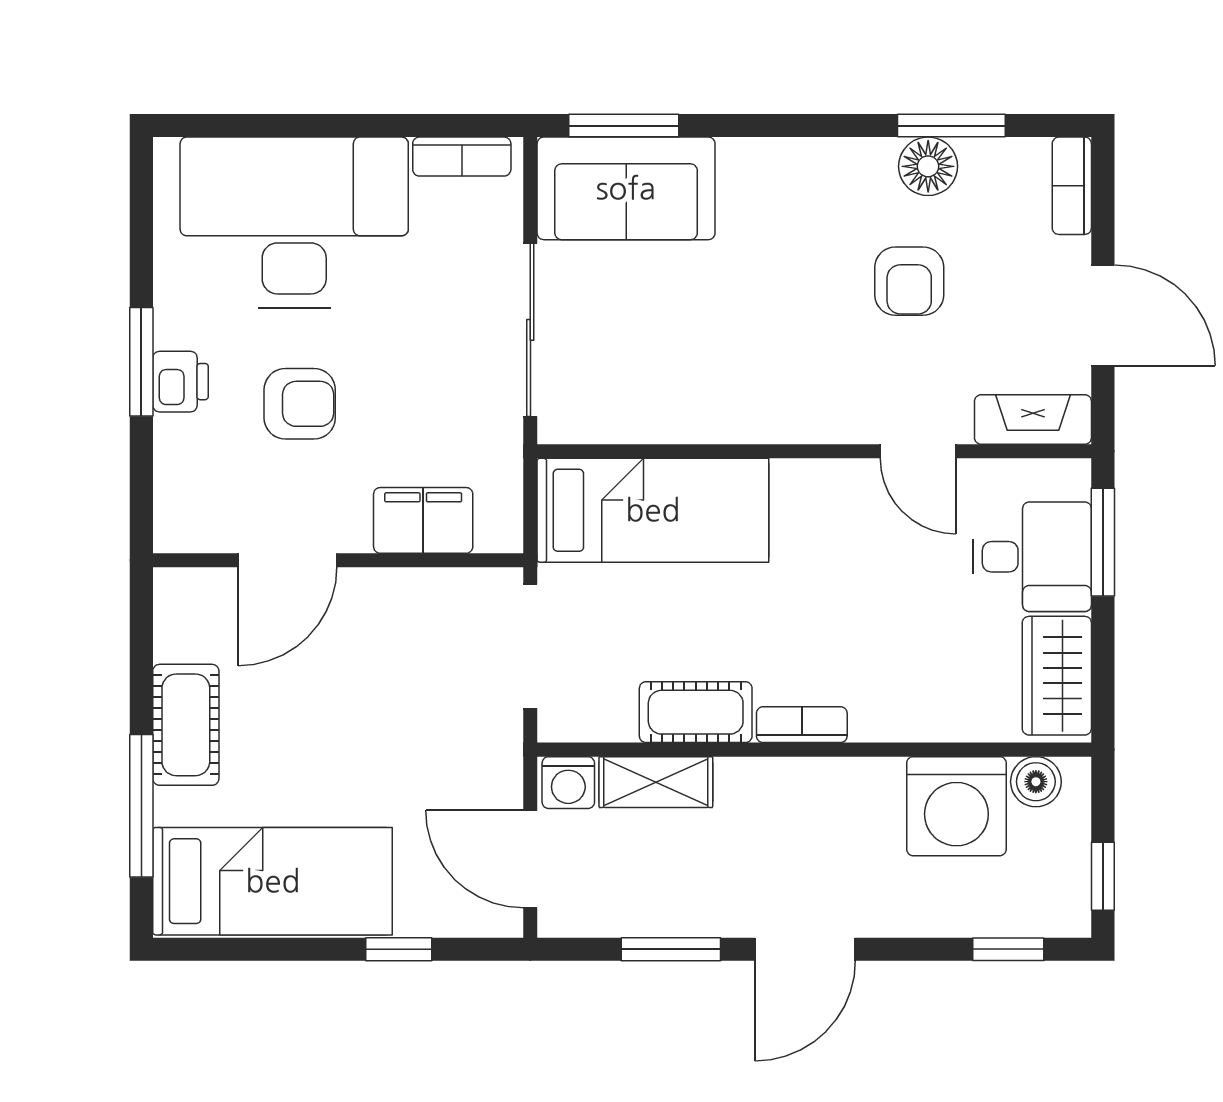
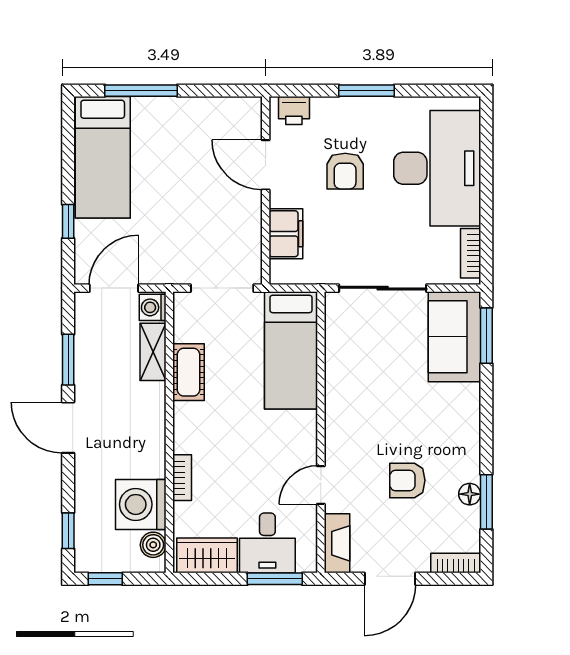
floor lamp: (928, 166) -> (470, 494), width x0.73, depth x0.73
printer: (180, 382) -> (294, 111), moved
cot: (186, 725) -> (182, 113), removed
bookcase: (802, 725) -> (182, 478), moved

